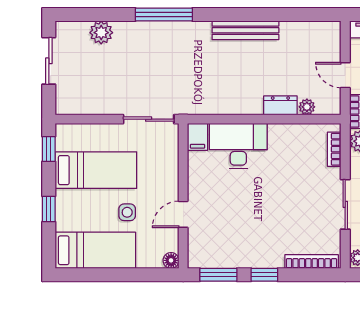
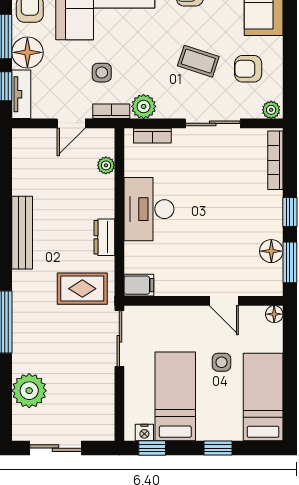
plant: (101, 33) -> (29, 391), width x1.36, depth x1.36
rug: (194, 85) -> (82, 289), added
dresser: (280, 105) -> (104, 237), moved
nightstand: (63, 142) -> (144, 433), added
desk: (238, 146) -> (149, 209), moved
floor lamp: (229, 258) -> (271, 251), added

